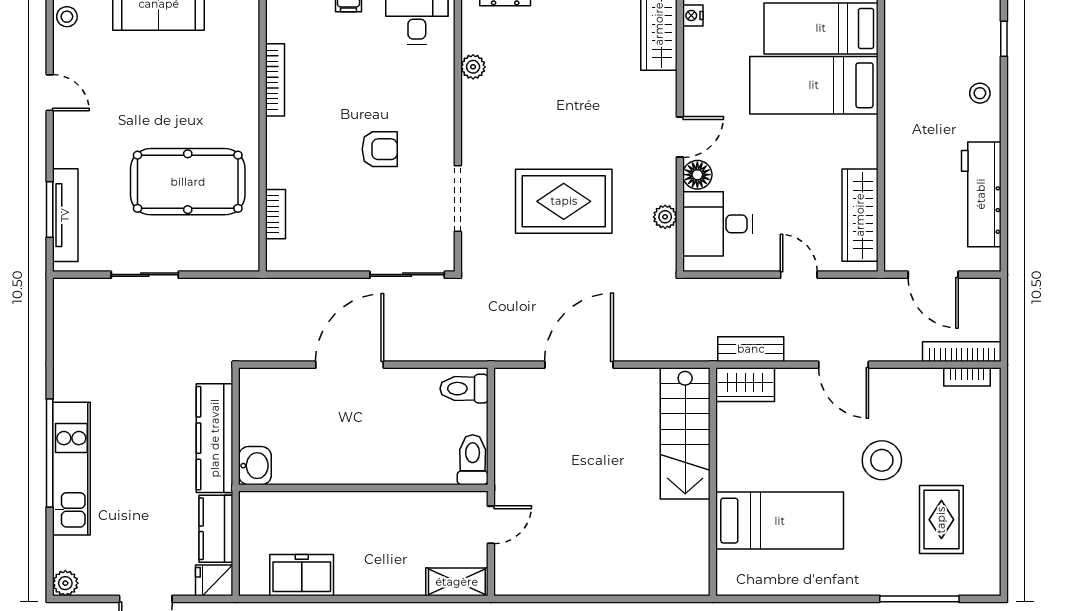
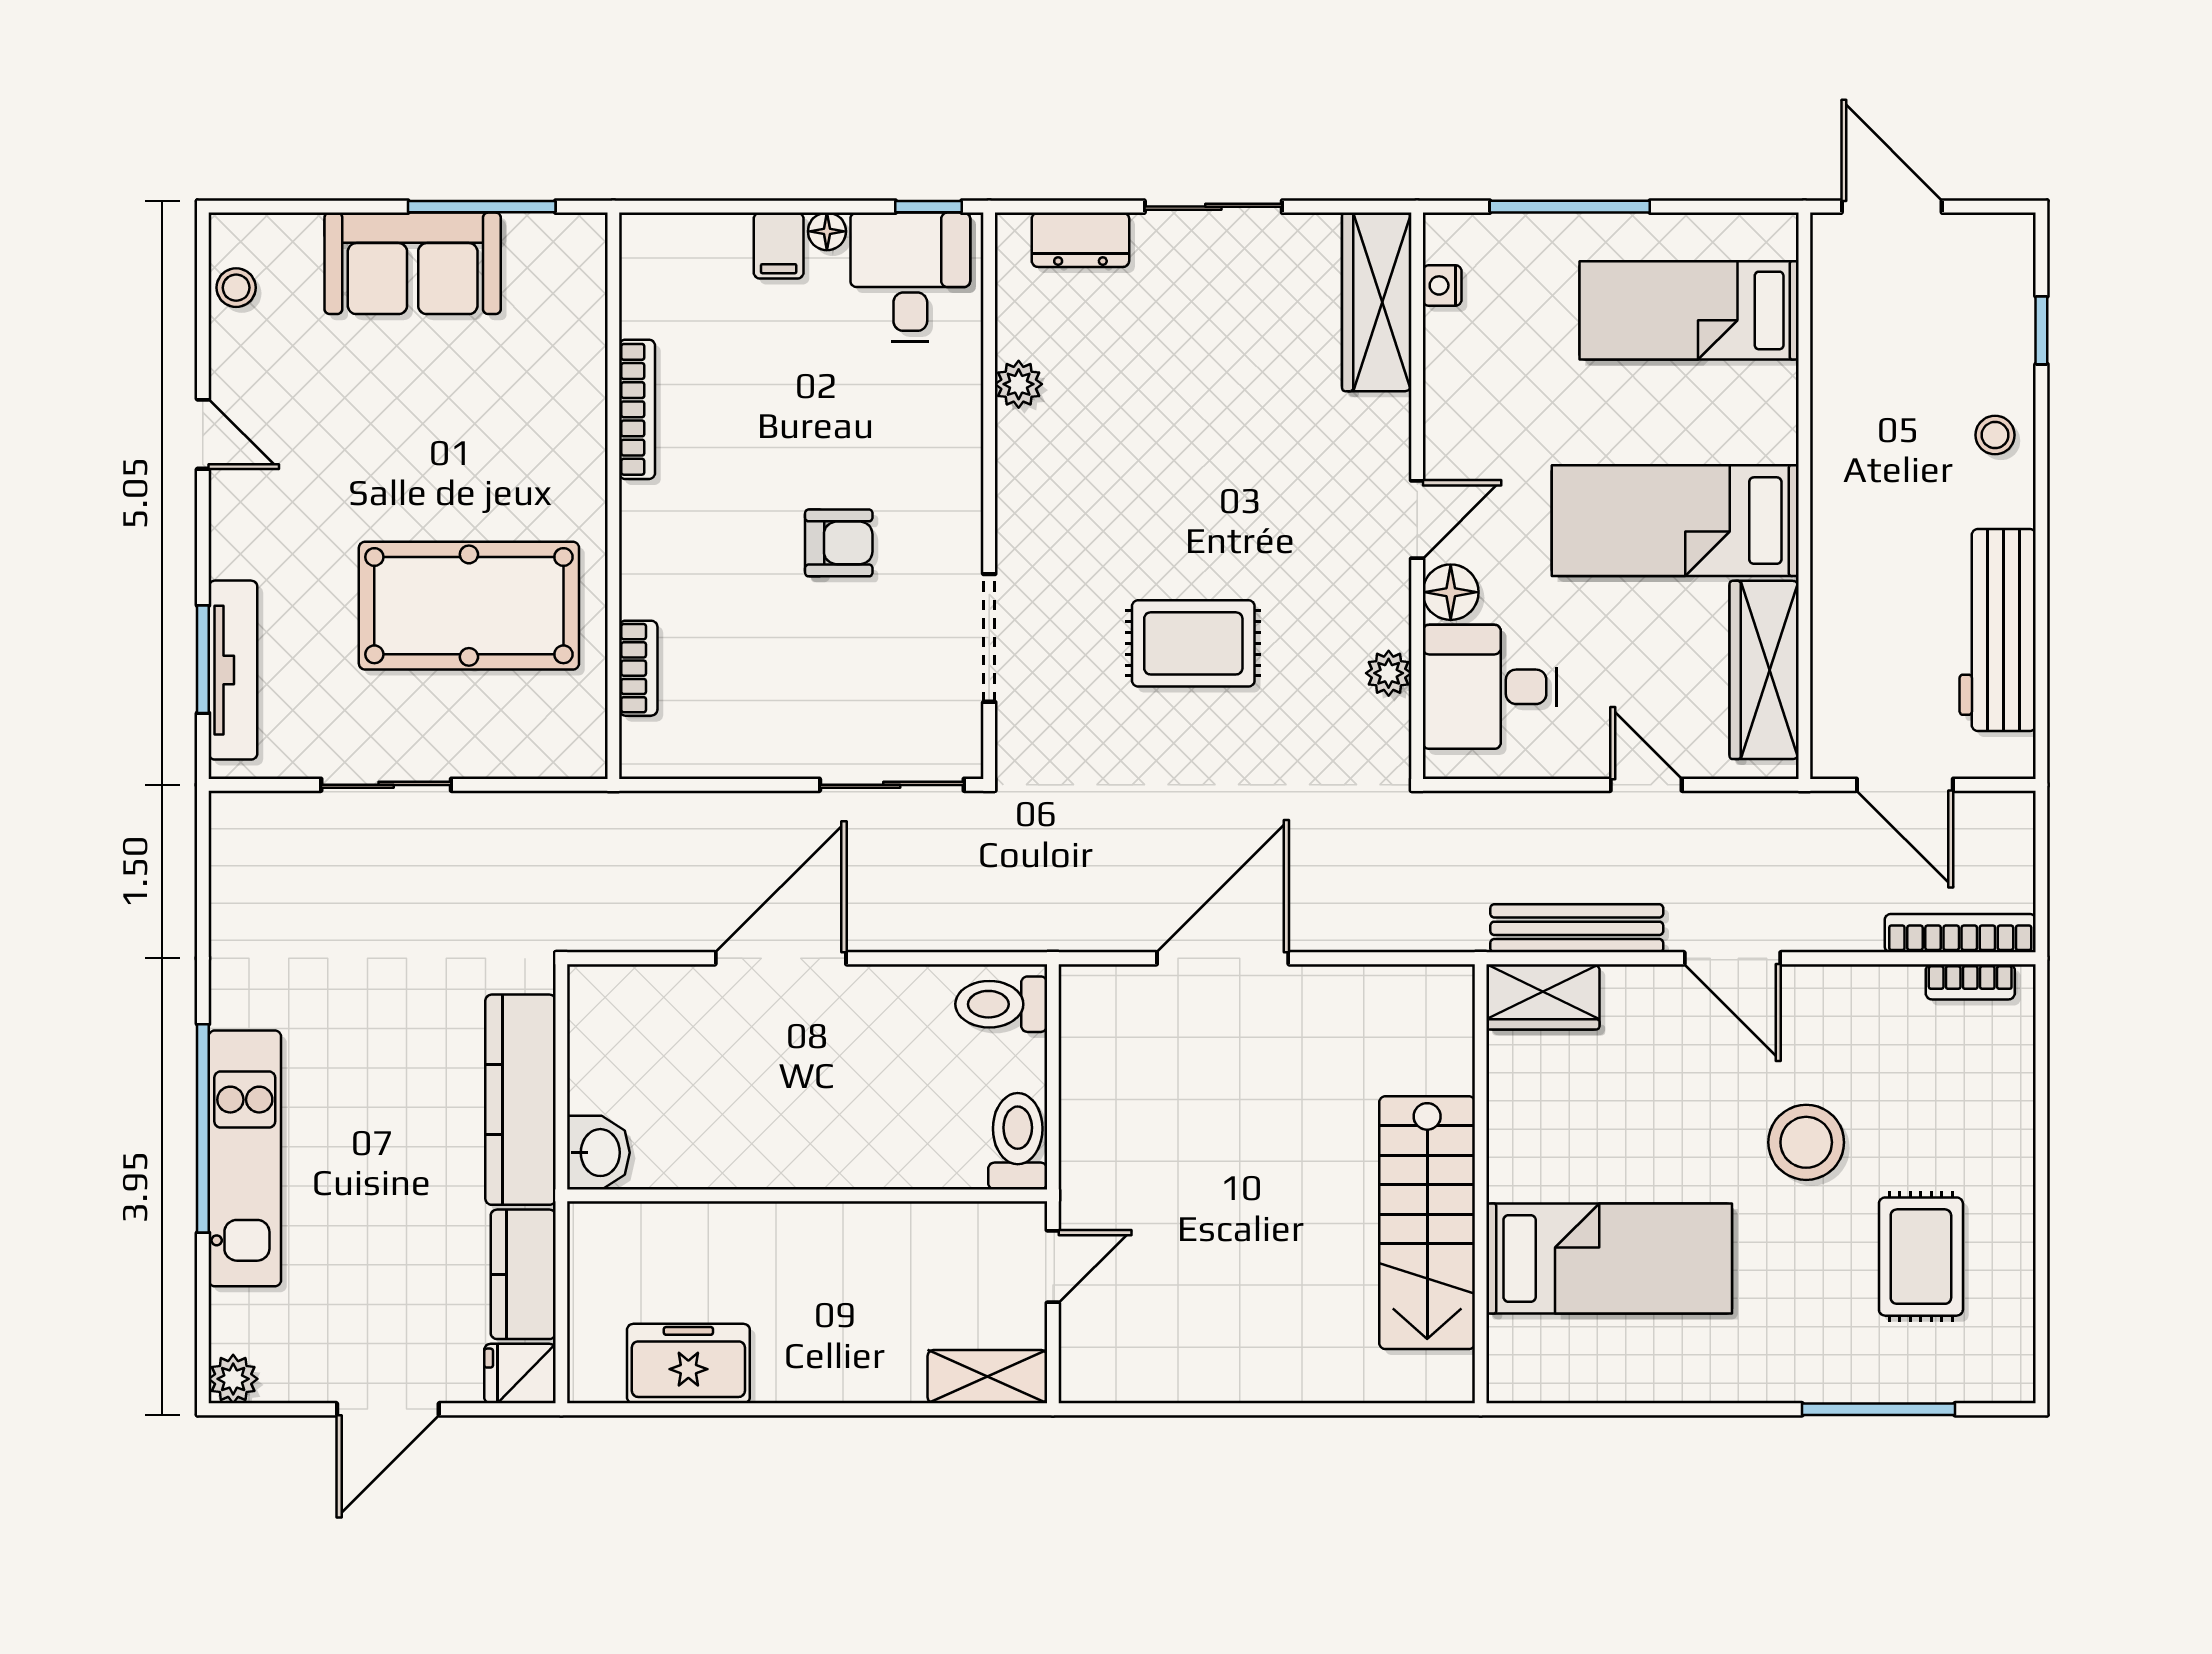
bed: (814, 85) -> (1675, 521), moved
rug: (564, 201) -> (1193, 643), width x0.73, depth x0.70
bench: (751, 349) -> (1577, 928), width x1.36
stairs: (685, 433) -> (1427, 1223), moved

